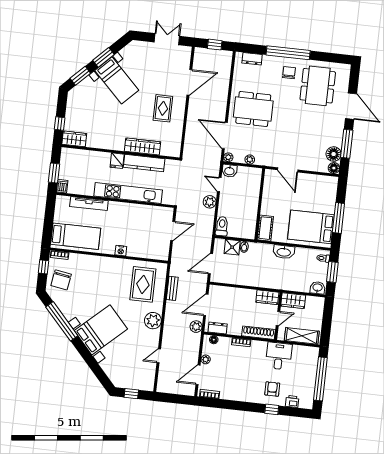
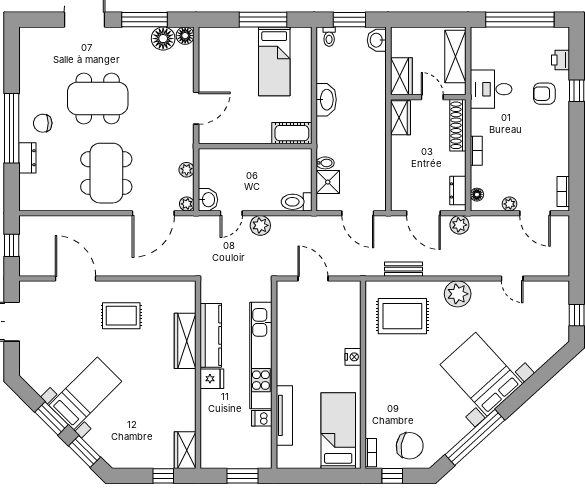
dresser: (252, 59) -> (27, 158), moved
dining table: (318, 86) -> (98, 98), moved
dishwasher: (62, 186) -> (262, 418), moved
bed: (311, 227) -> (274, 61), width x0.67

